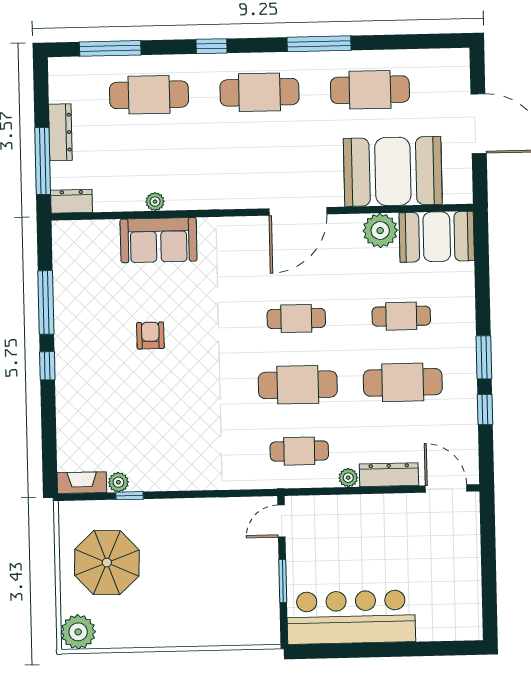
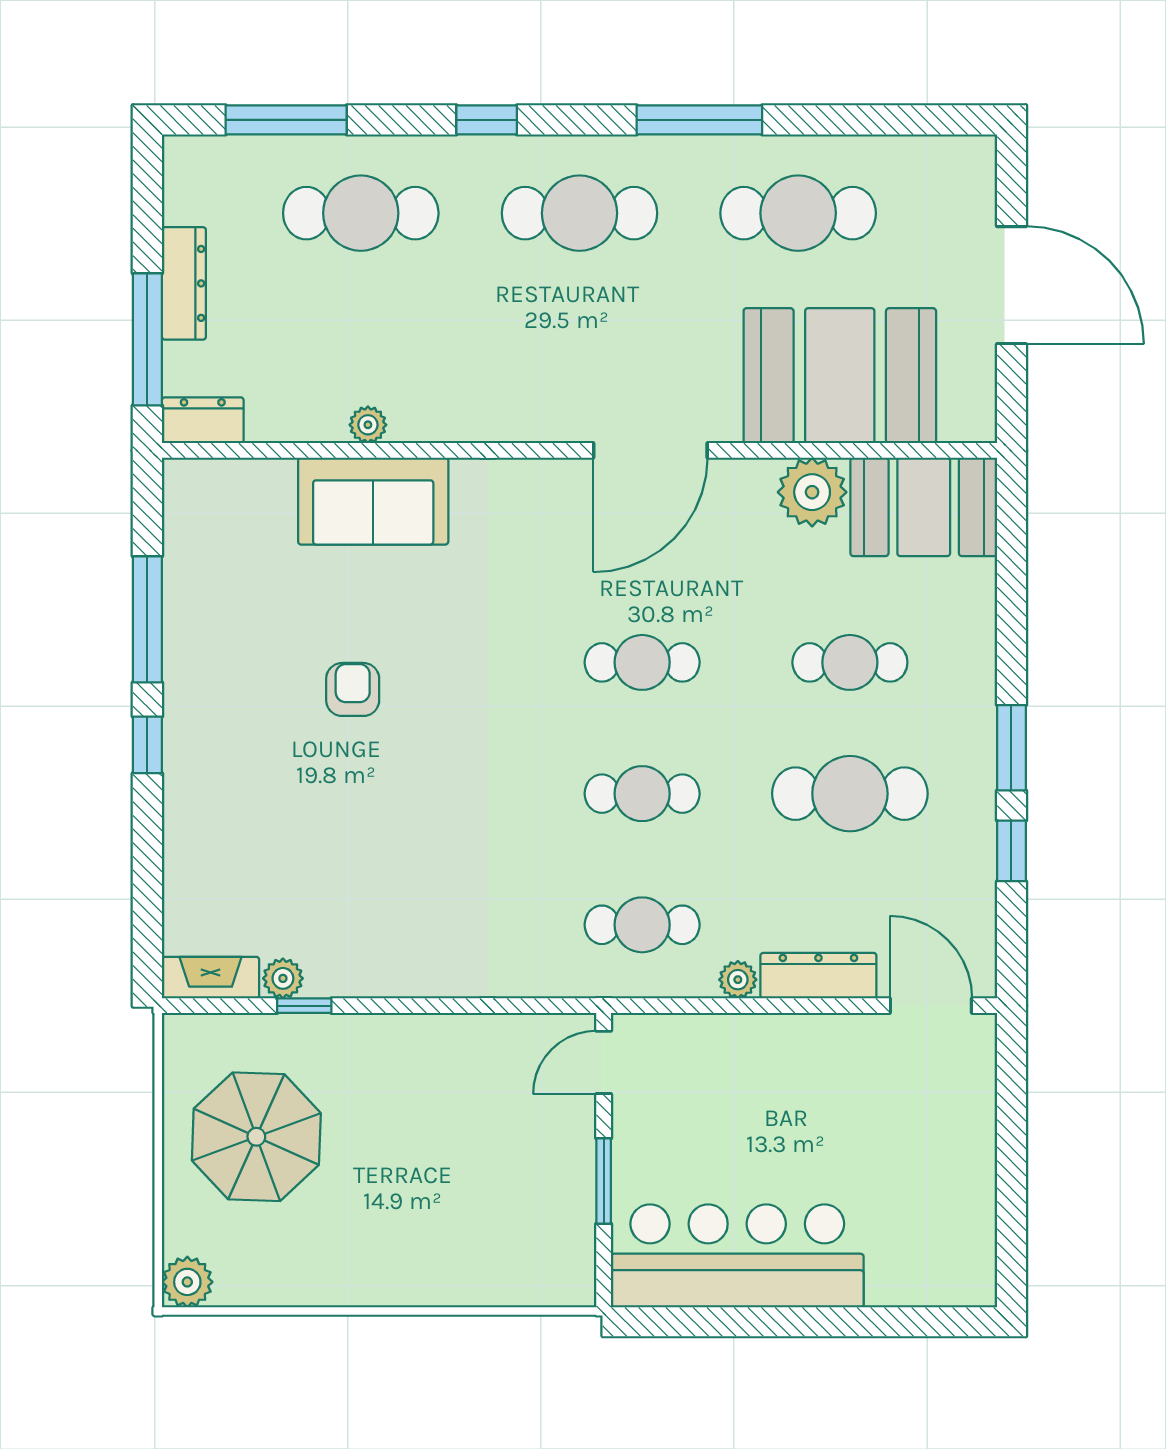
cafe table: (298, 385) -> (642, 794), width x0.73, depth x0.74
plant: (78, 632) -> (187, 1282), width x0.73, depth x0.73

